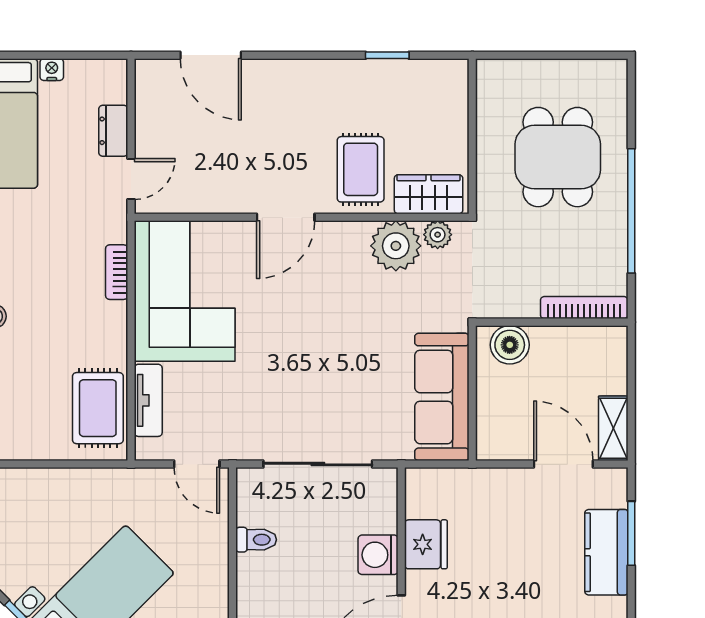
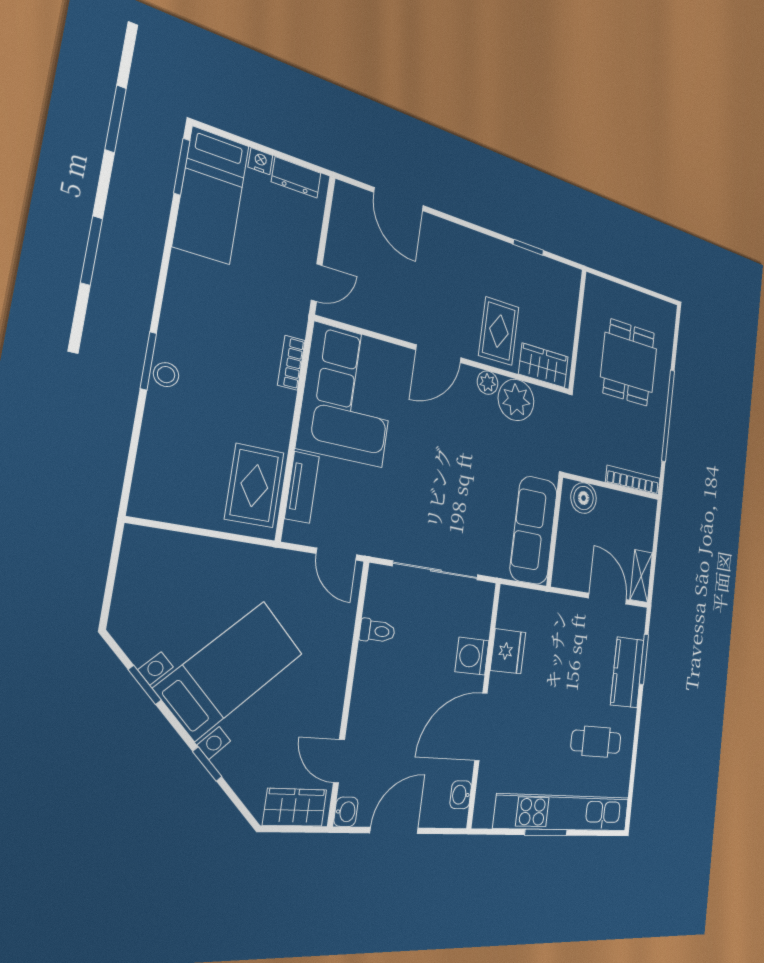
dresser: (113, 131) -> (296, 177), moved, turned -90
plant: (438, 235) -> (488, 383), moved

